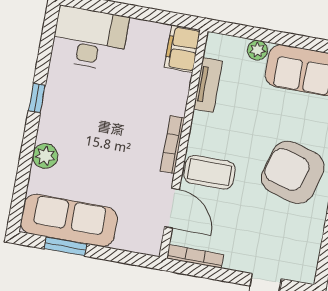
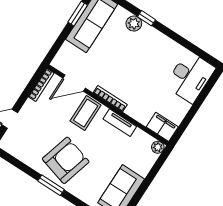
plant: (258, 50) -> (158, 147), moved
tv unit: (208, 85) -> (120, 123), moved
window: (37, 98) -> (147, 18), moved

